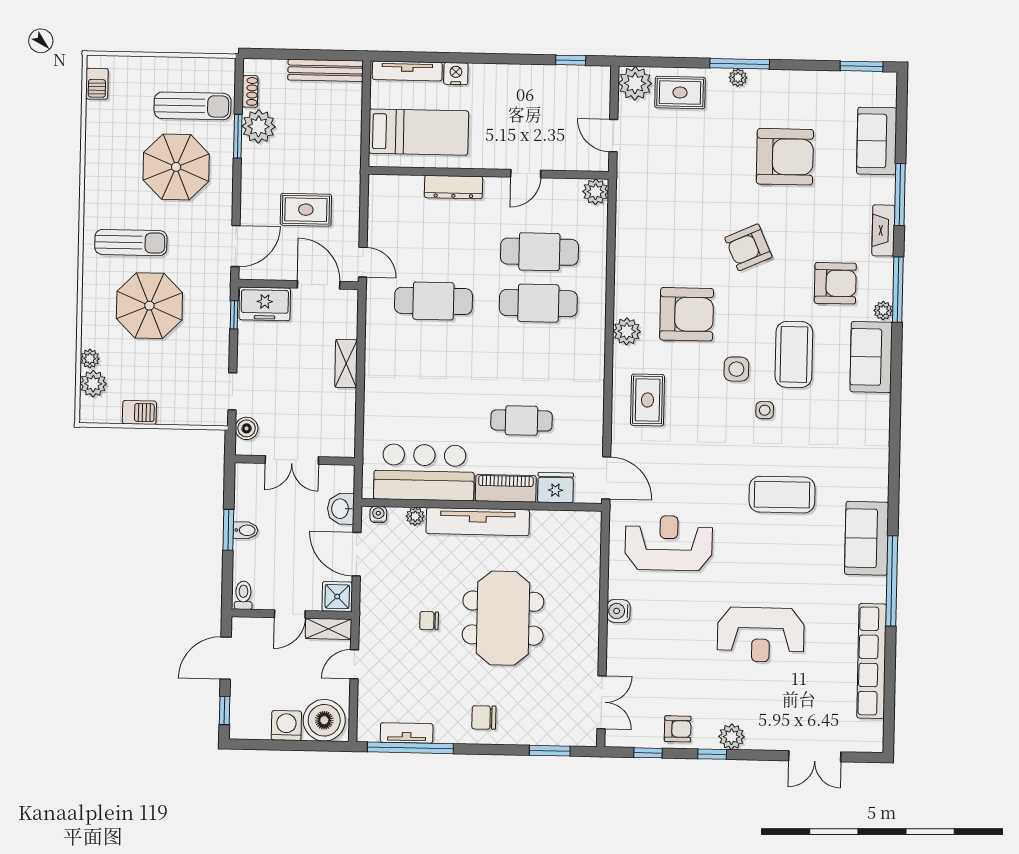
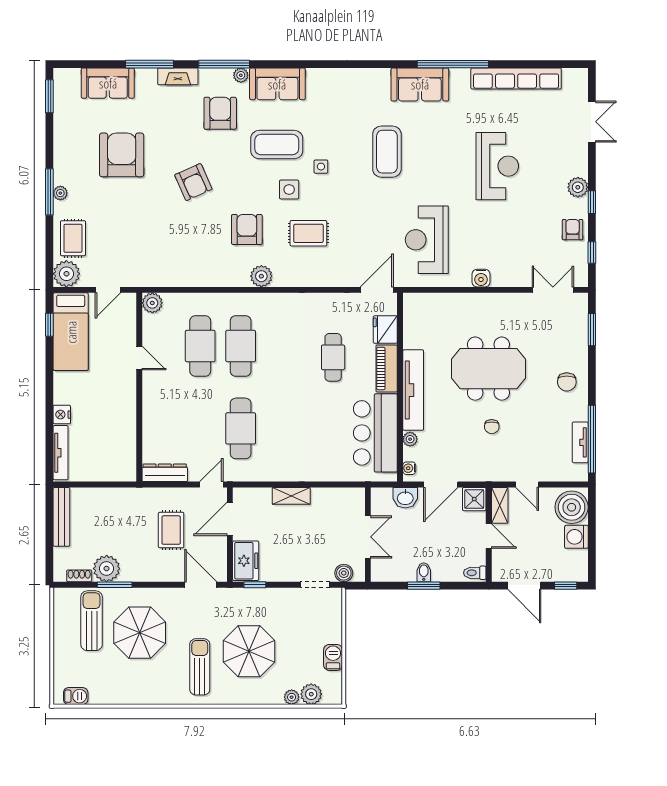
bed: (419, 132) -> (71, 332), moved, turned 180
dresser: (454, 187) -> (165, 473), moved, turned -90
armchair: (687, 314) -> (247, 229), width x0.73, depth x0.73
rug: (648, 400) -> (308, 233), moved

